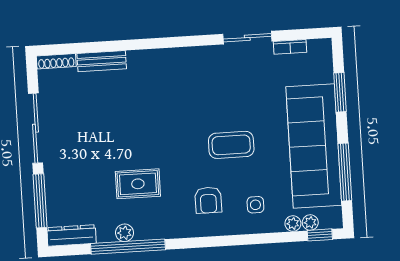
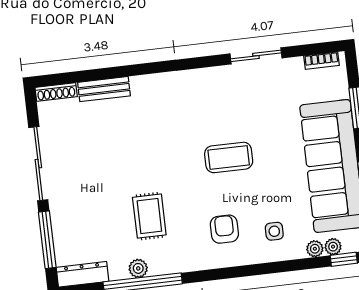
bookcase: (290, 47) -> (322, 61), moved
coffee table: (231, 145) -> (229, 157), moved
rug: (138, 184) -> (149, 216), turned 90
armchair: (208, 200) -> (224, 229), turned 180

